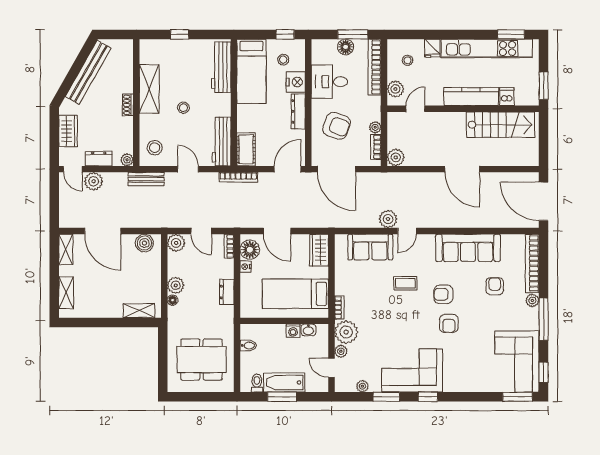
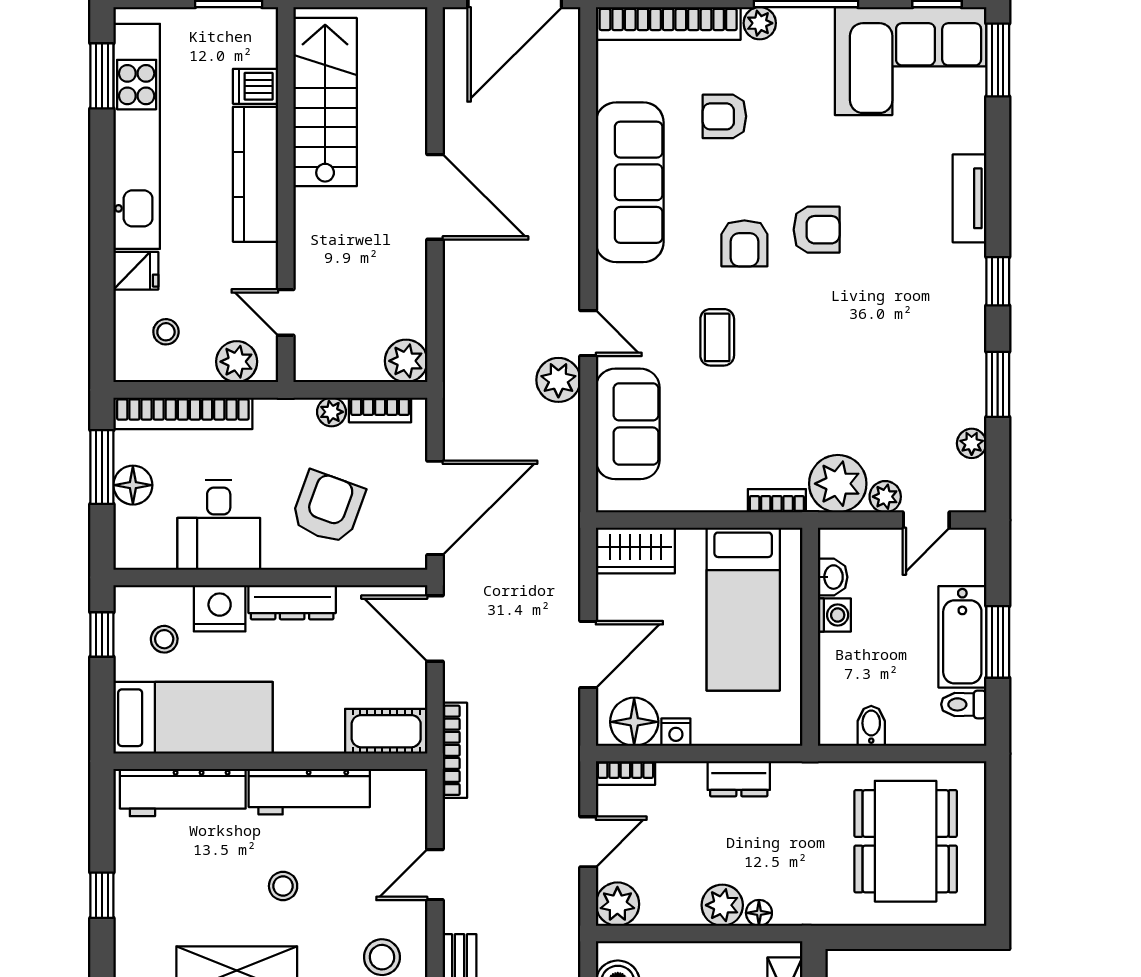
workbench: (222, 142) -> (309, 792), moved
door: (462, 169) -> (435, 197), hinge flipped
corner sofa: (412, 370) -> (933, 321), removed
tv unit: (462, 385) -> (969, 198), added

